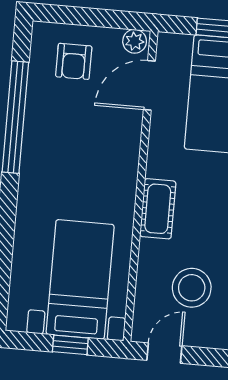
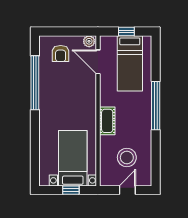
door: (149, 85) -> (98, 62), hinge flipped
door: (164, 353) -> (127, 190), moved

